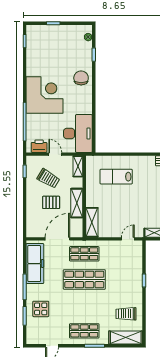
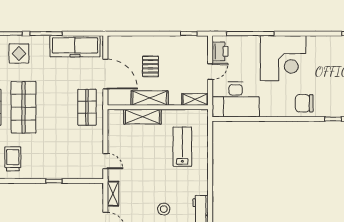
chair: (81, 78) -> (304, 103), turned 180
trolley: (48, 178) -> (180, 63), removed
shelving: (92, 222) -> (142, 117), moved
shop shelf: (84, 279) -> (24, 107), moved

